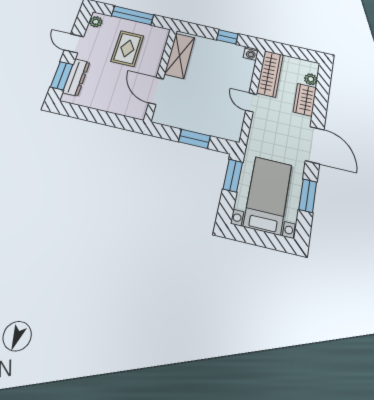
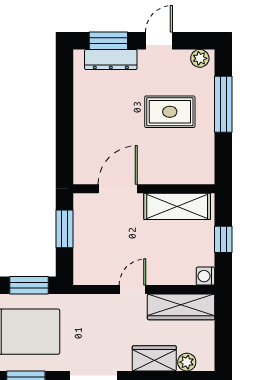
shelving: (180, 56) -> (177, 206), moved
wall: (161, 74) -> (144, 189), moved
door: (156, 91) -> (118, 189), moved

